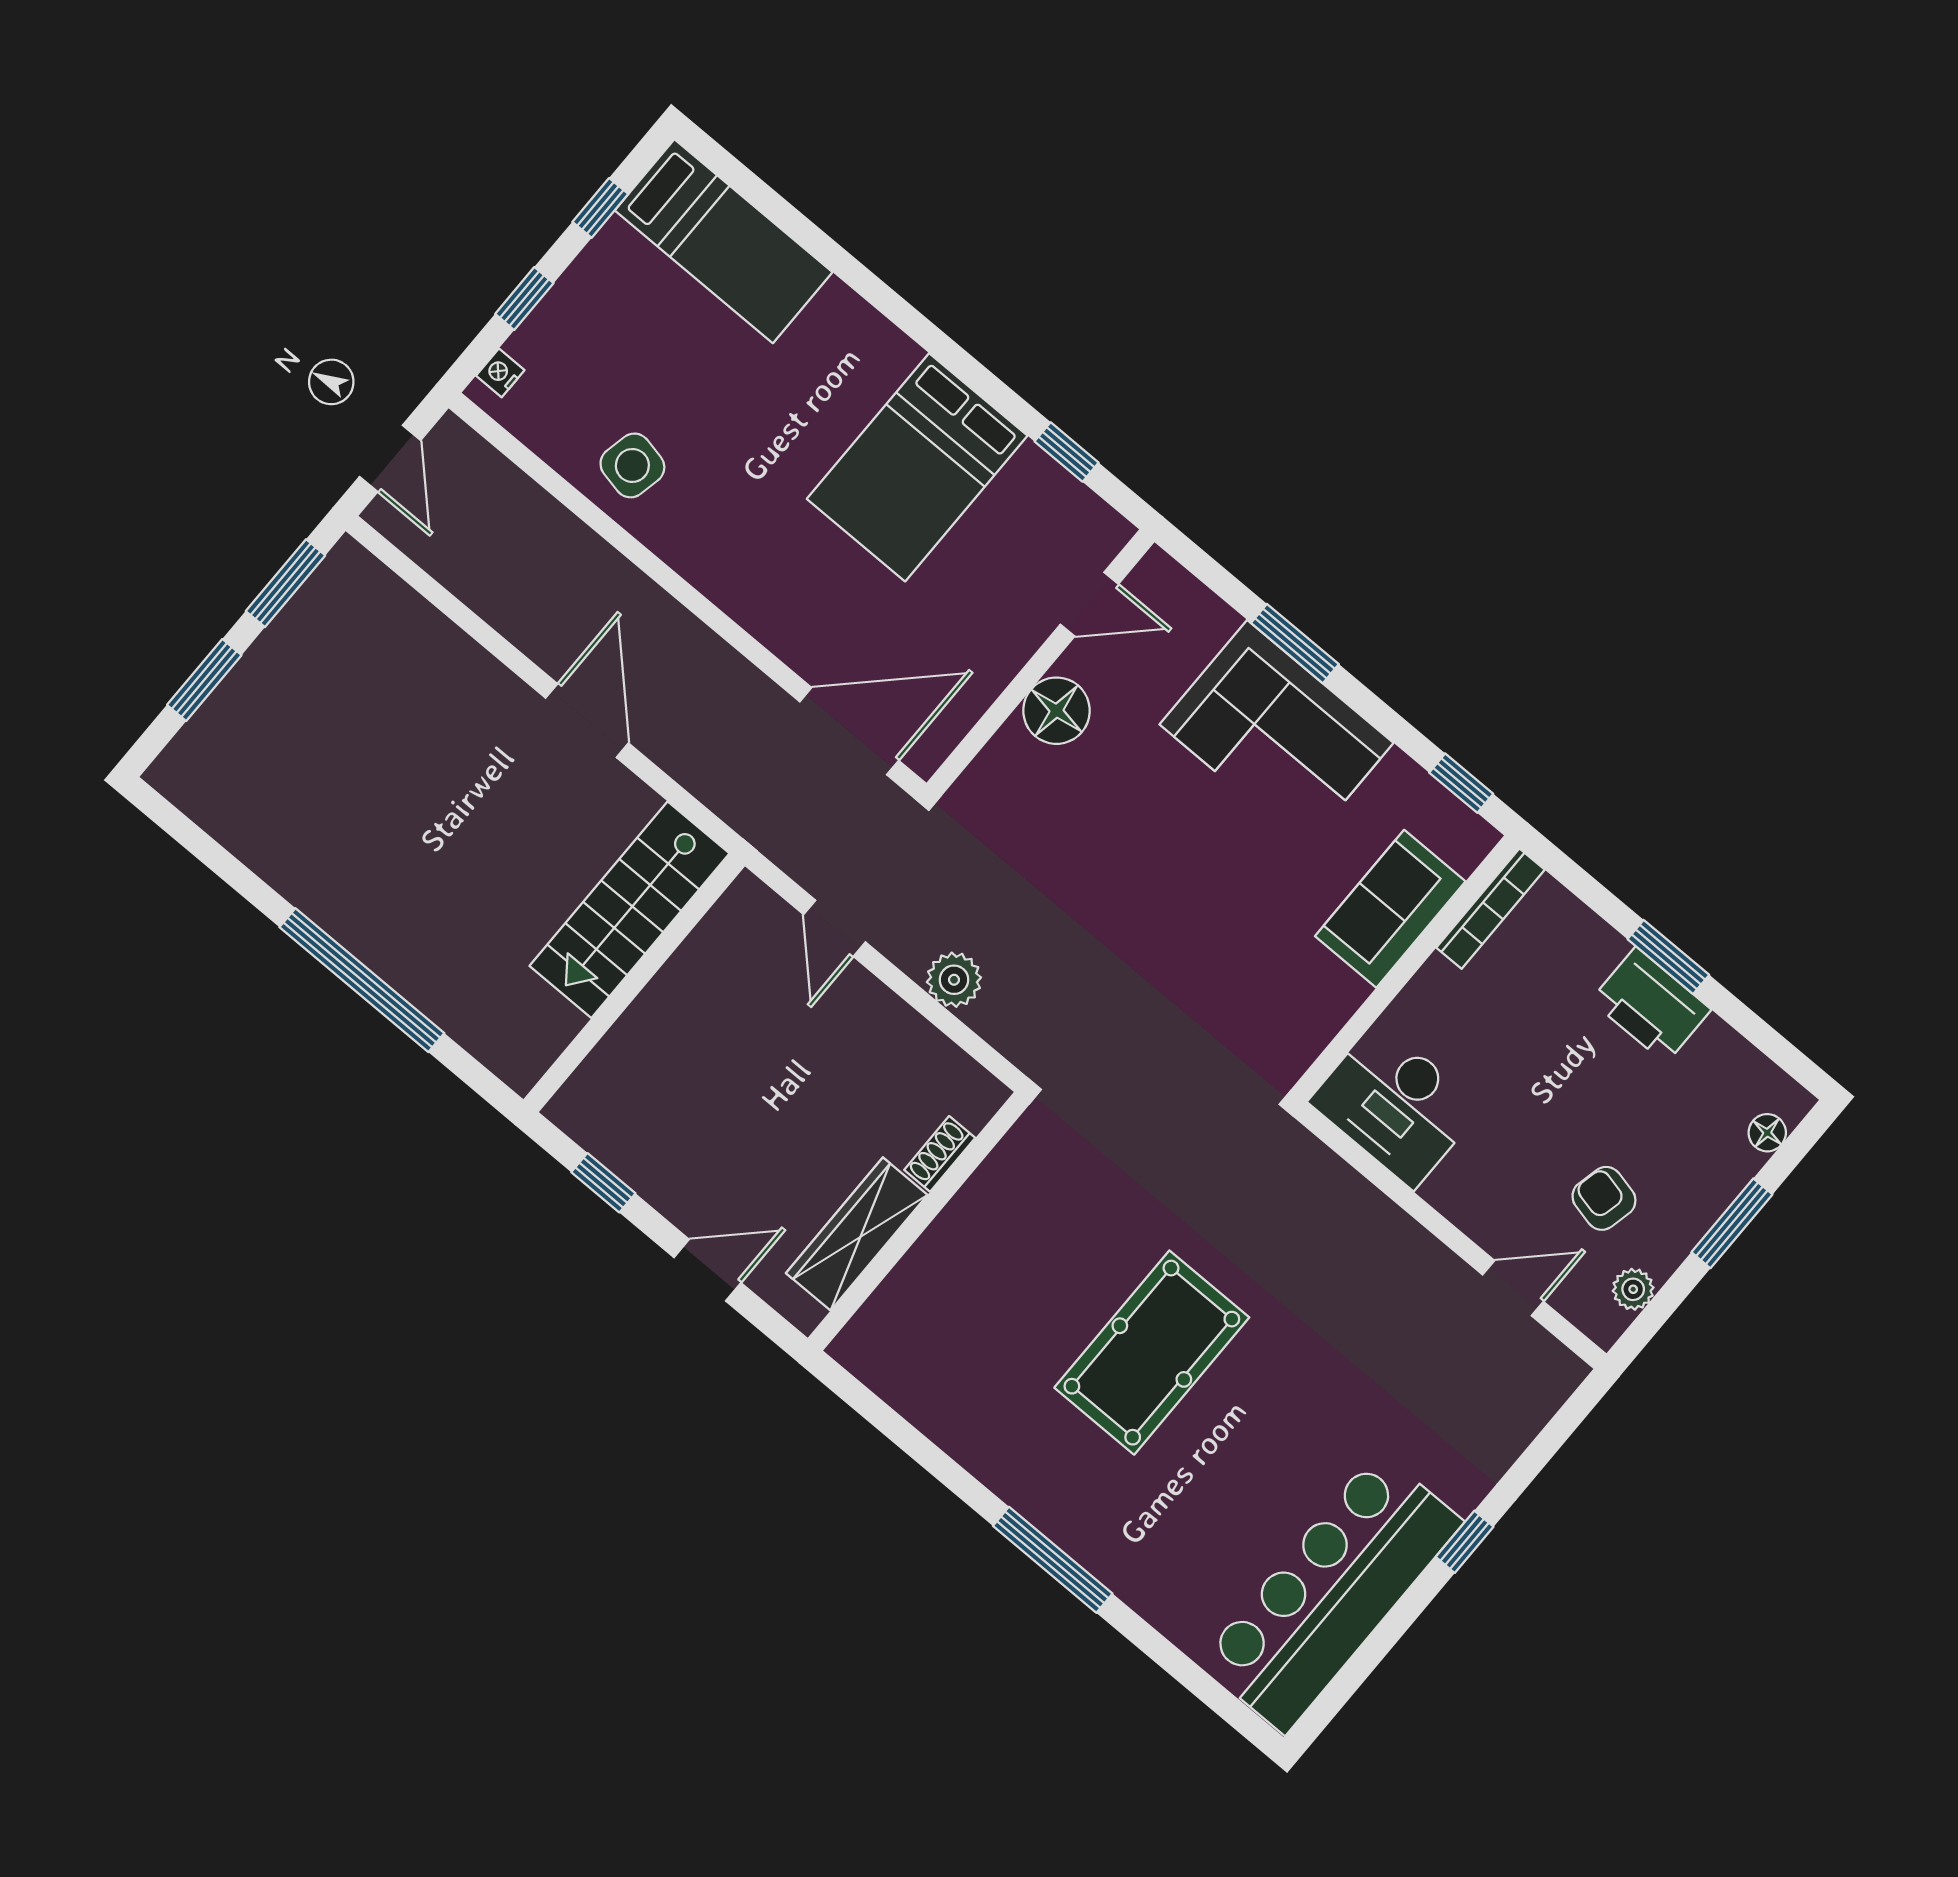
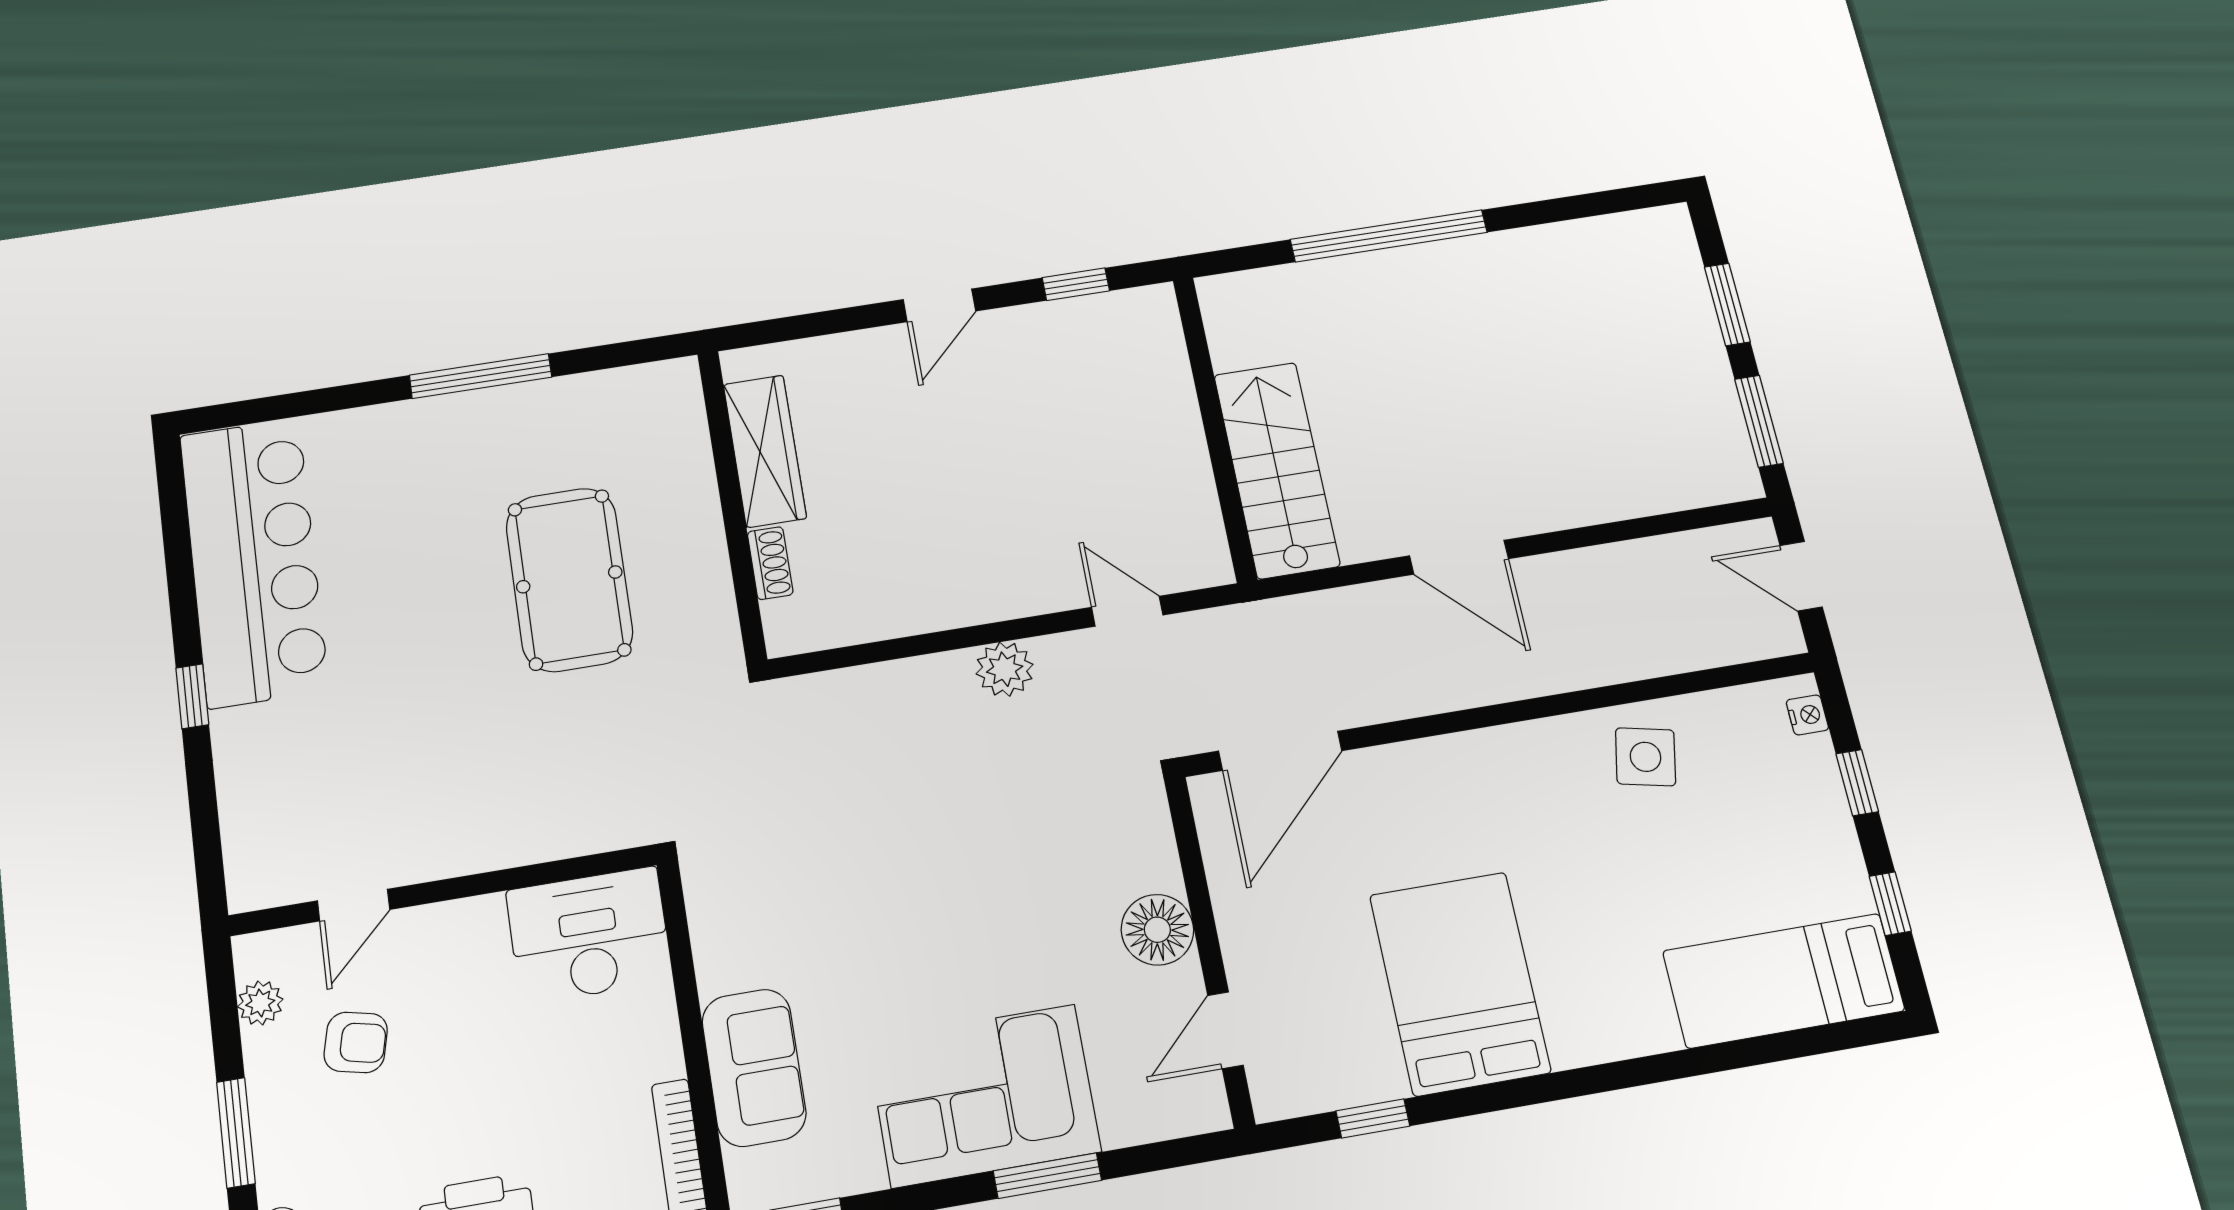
shoe rack: (940, 1154) -> (770, 563), moved
wall: (919, 1221) -> (732, 505), moved
wardrobe: (857, 1234) -> (765, 451), moved

